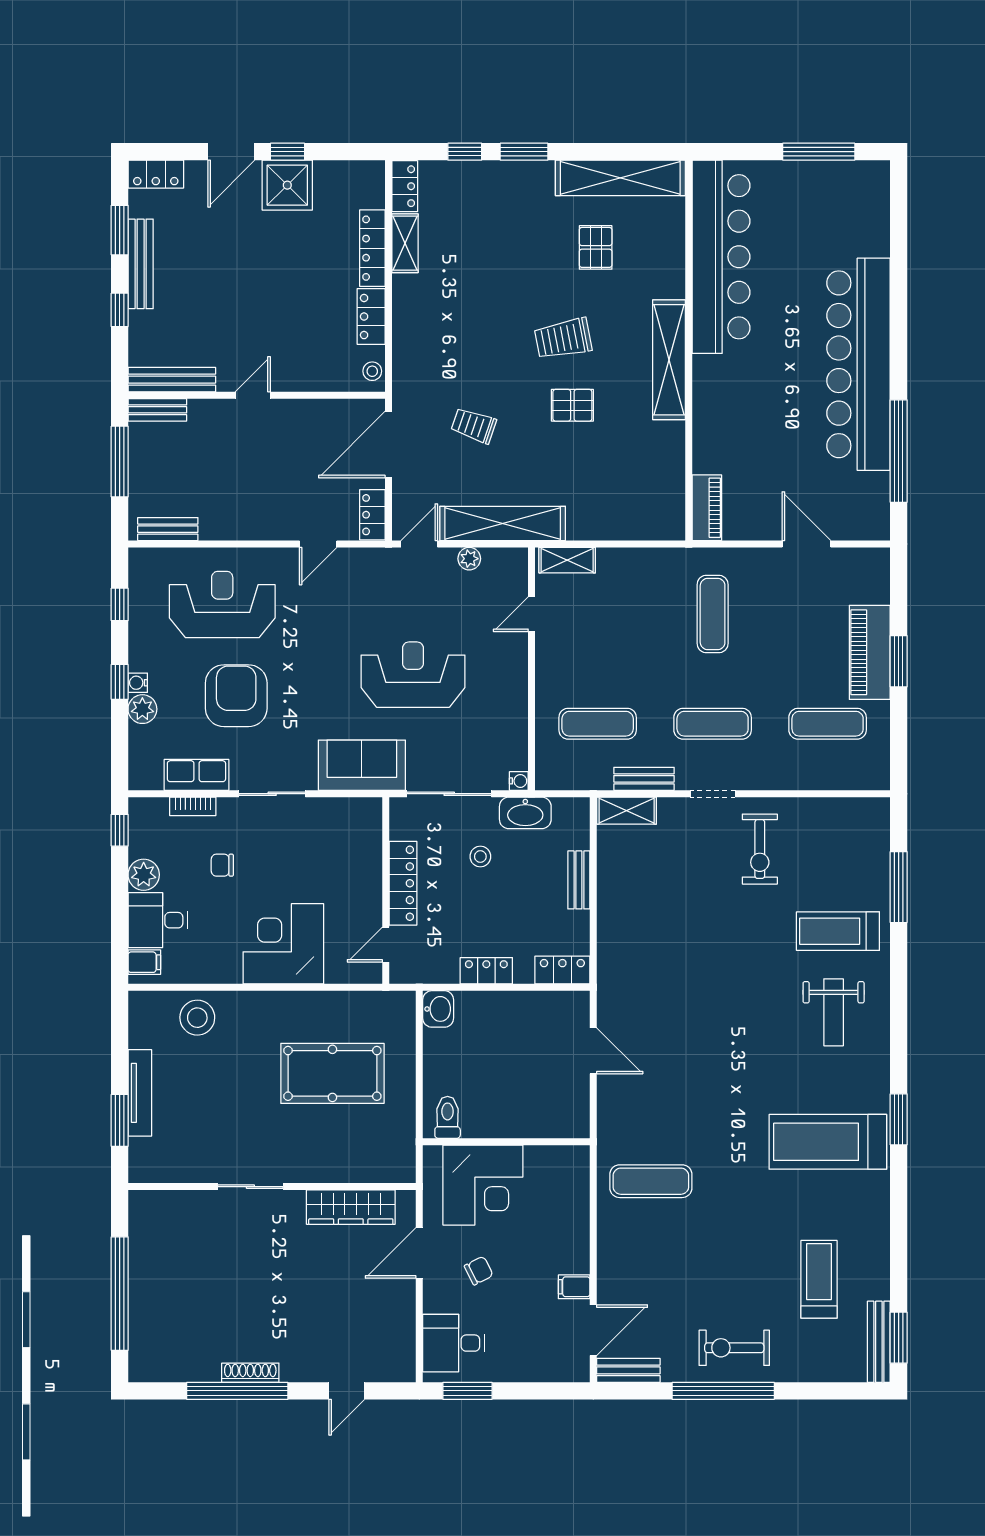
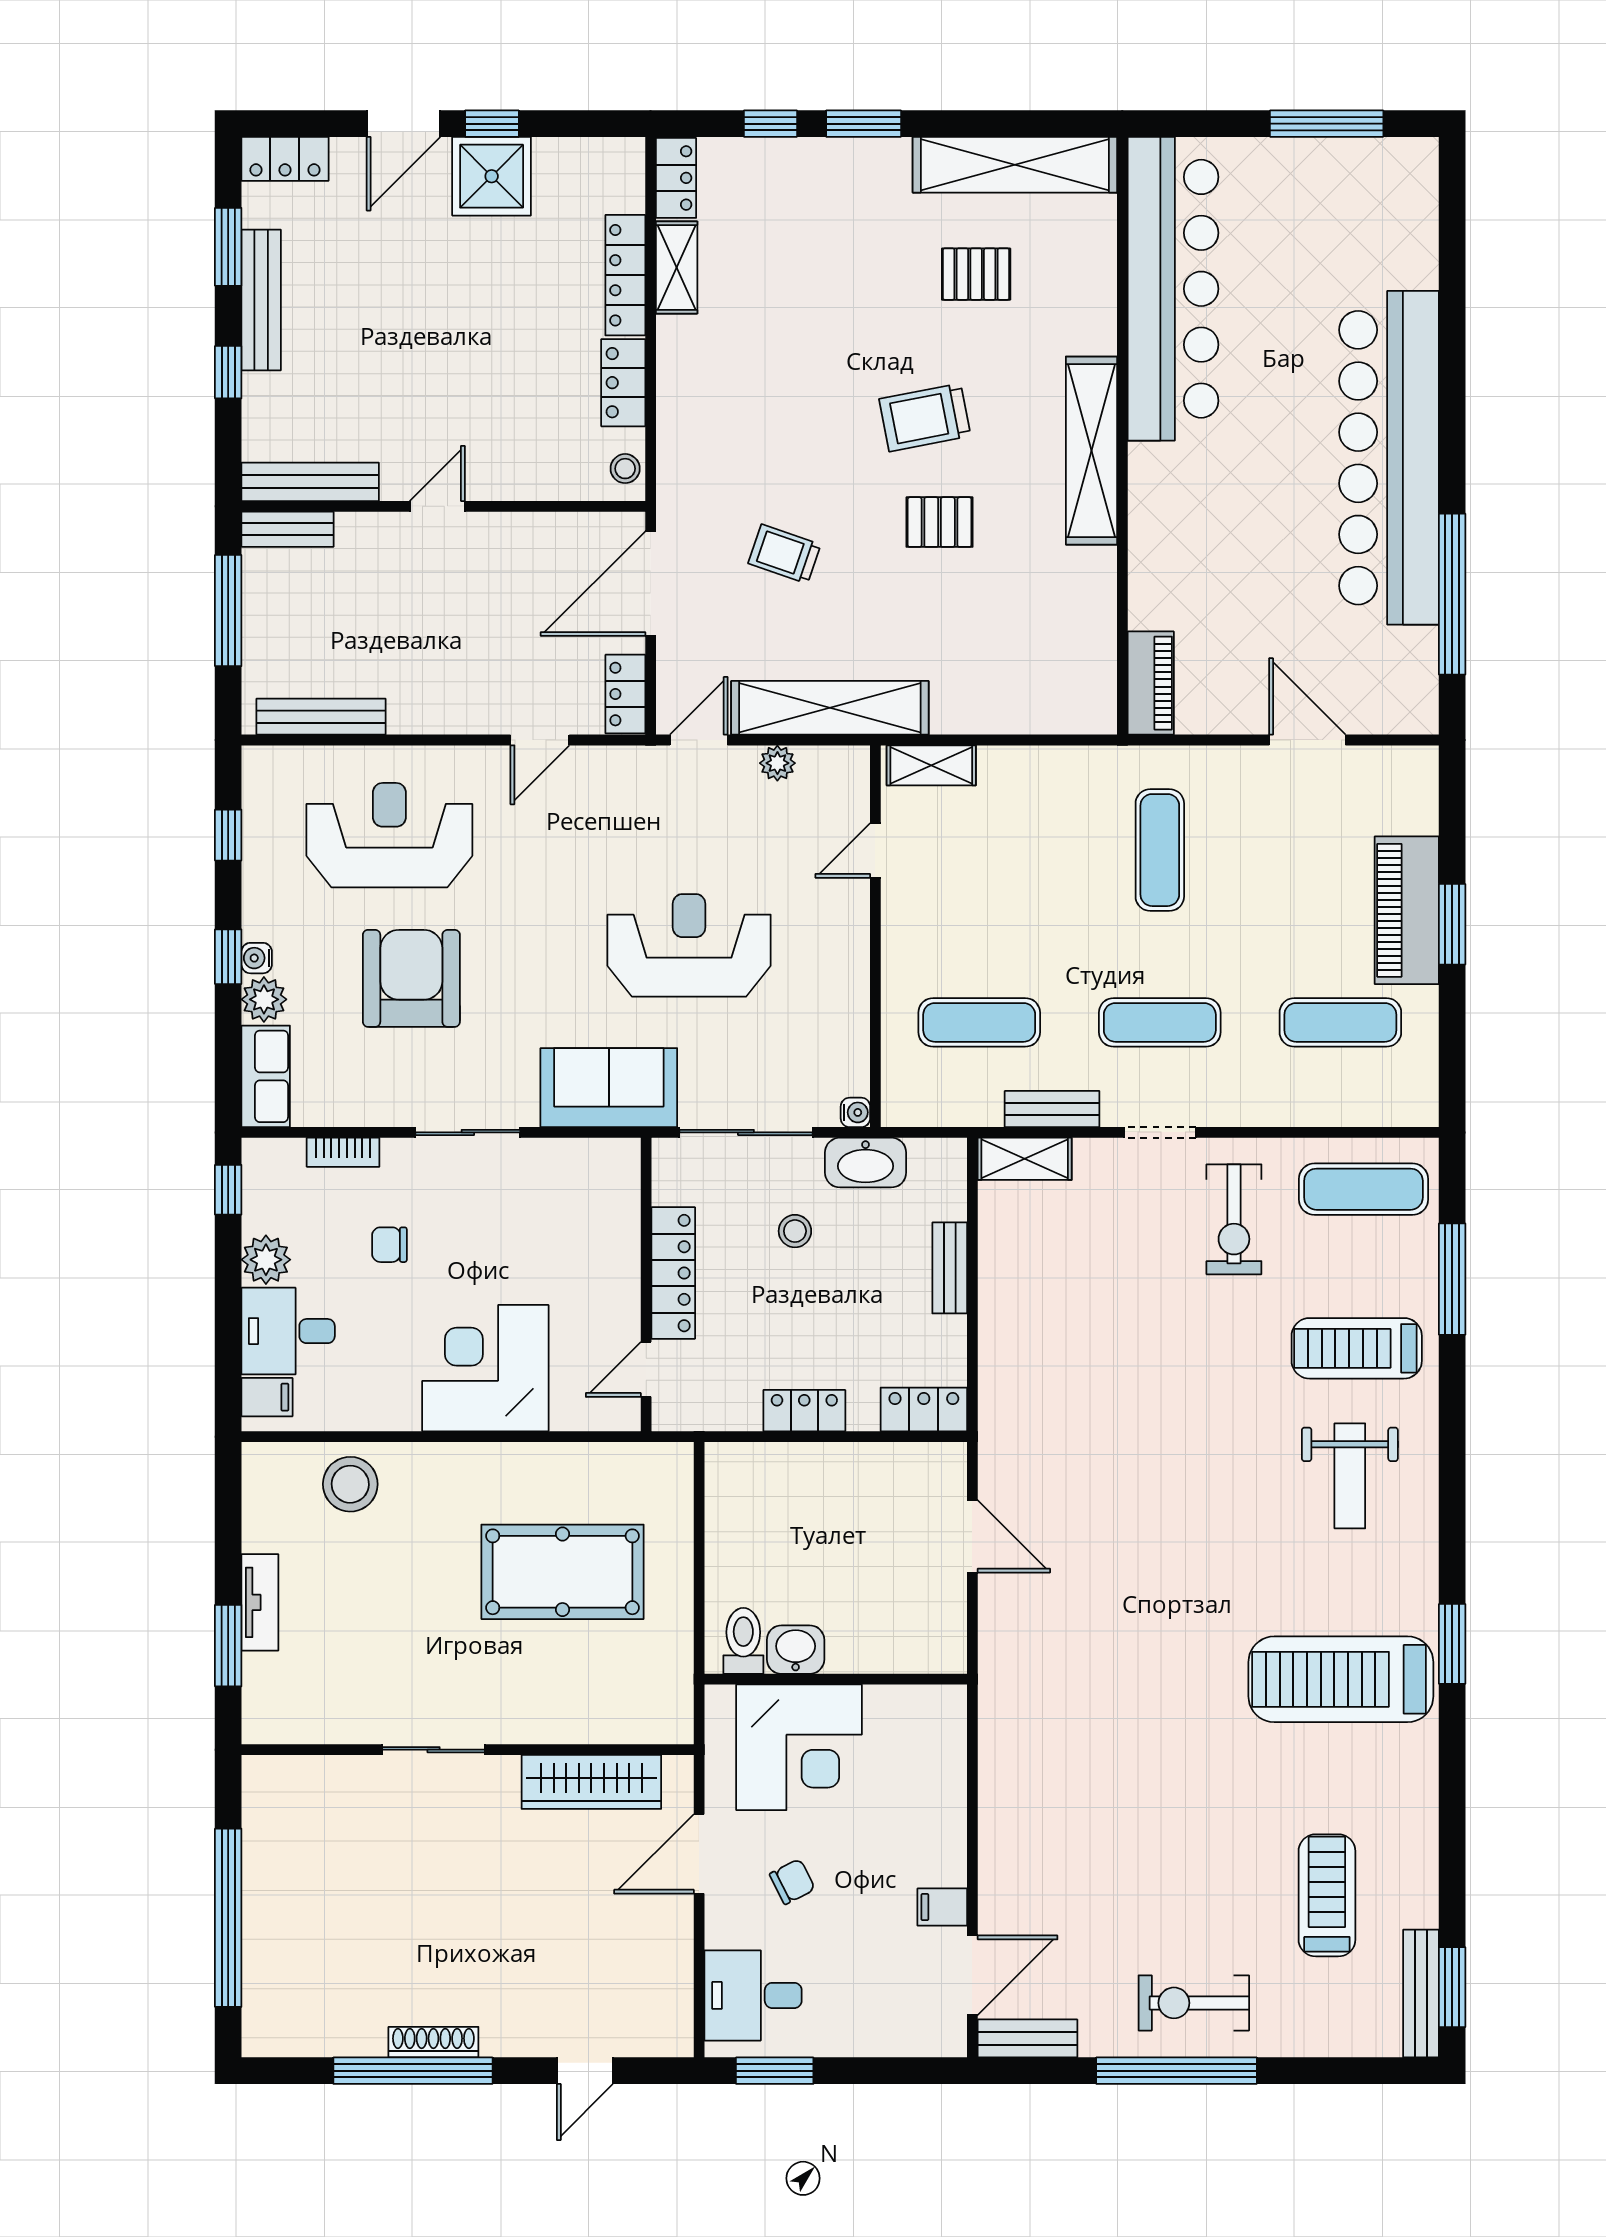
pallet: (596, 247) -> (976, 274), turned 90
bench: (168, 529) -> (321, 717), width x1.36
row of seats: (196, 775) -> (266, 1076), moved, turned 90
washbasin: (438, 1009) -> (796, 1650), moved, turned -90
tv unit: (140, 1093) -> (260, 1602), width x0.71
exercise mat: (651, 1181) -> (1363, 1189), moved

